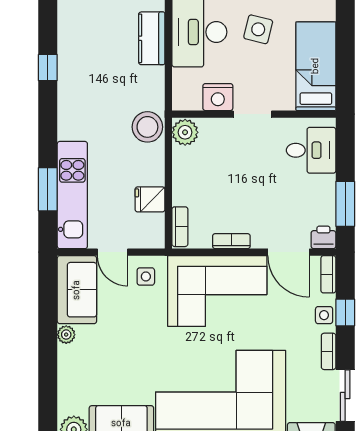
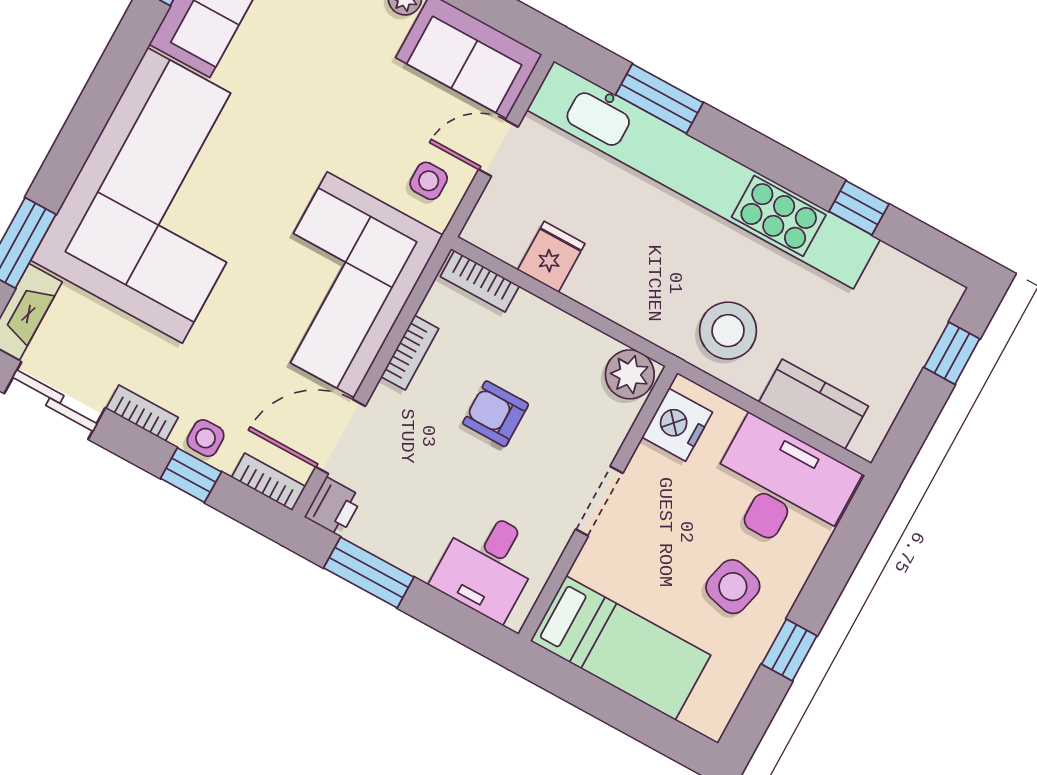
nightstand: (218, 97) -> (677, 425), moved
stool: (147, 127) -> (728, 331), moved
armchair: (238, 185) -> (496, 414), added
kitchen unit: (72, 195) -> (704, 175), width x1.86

